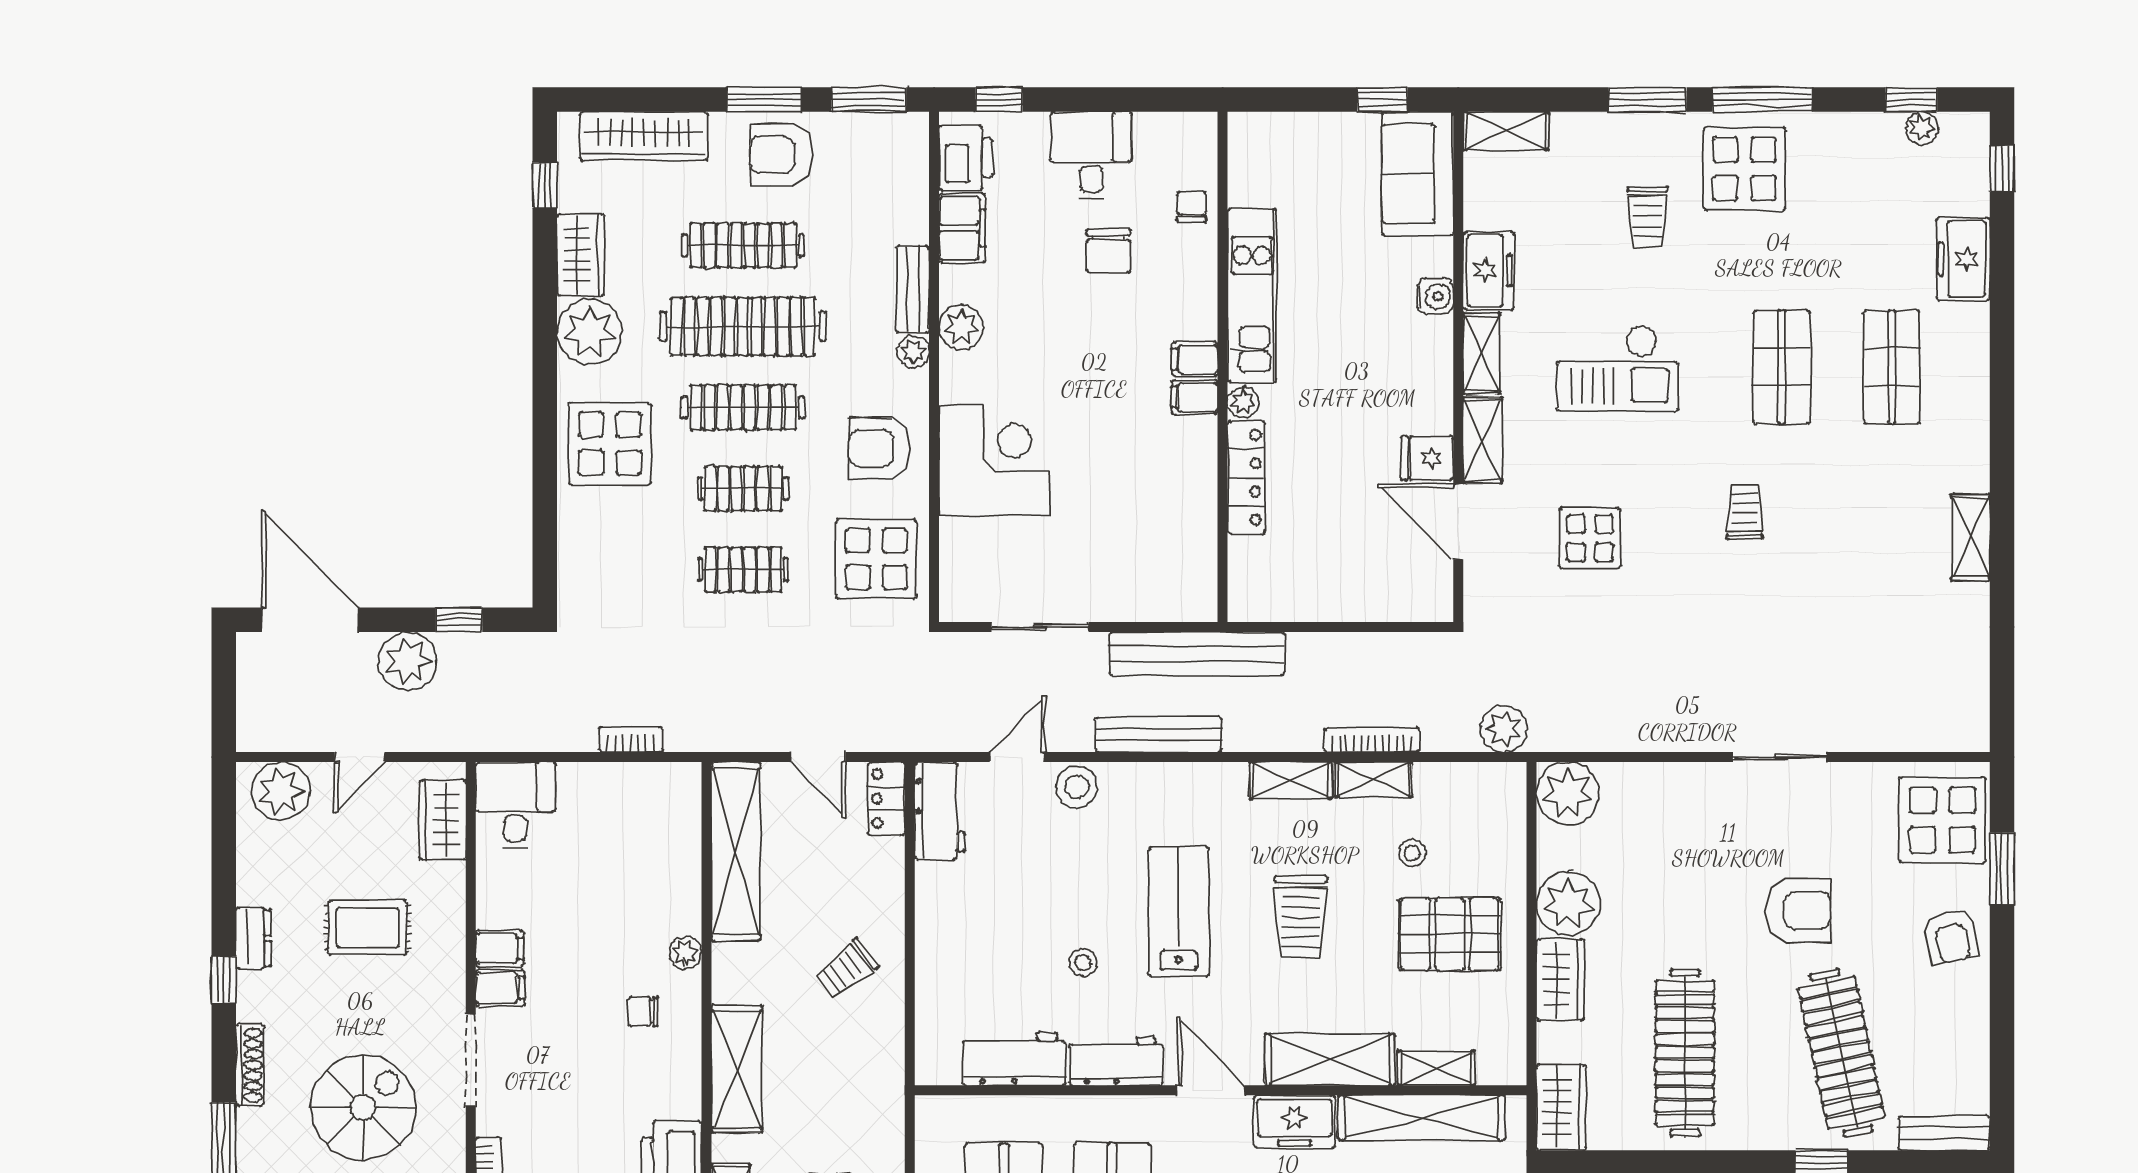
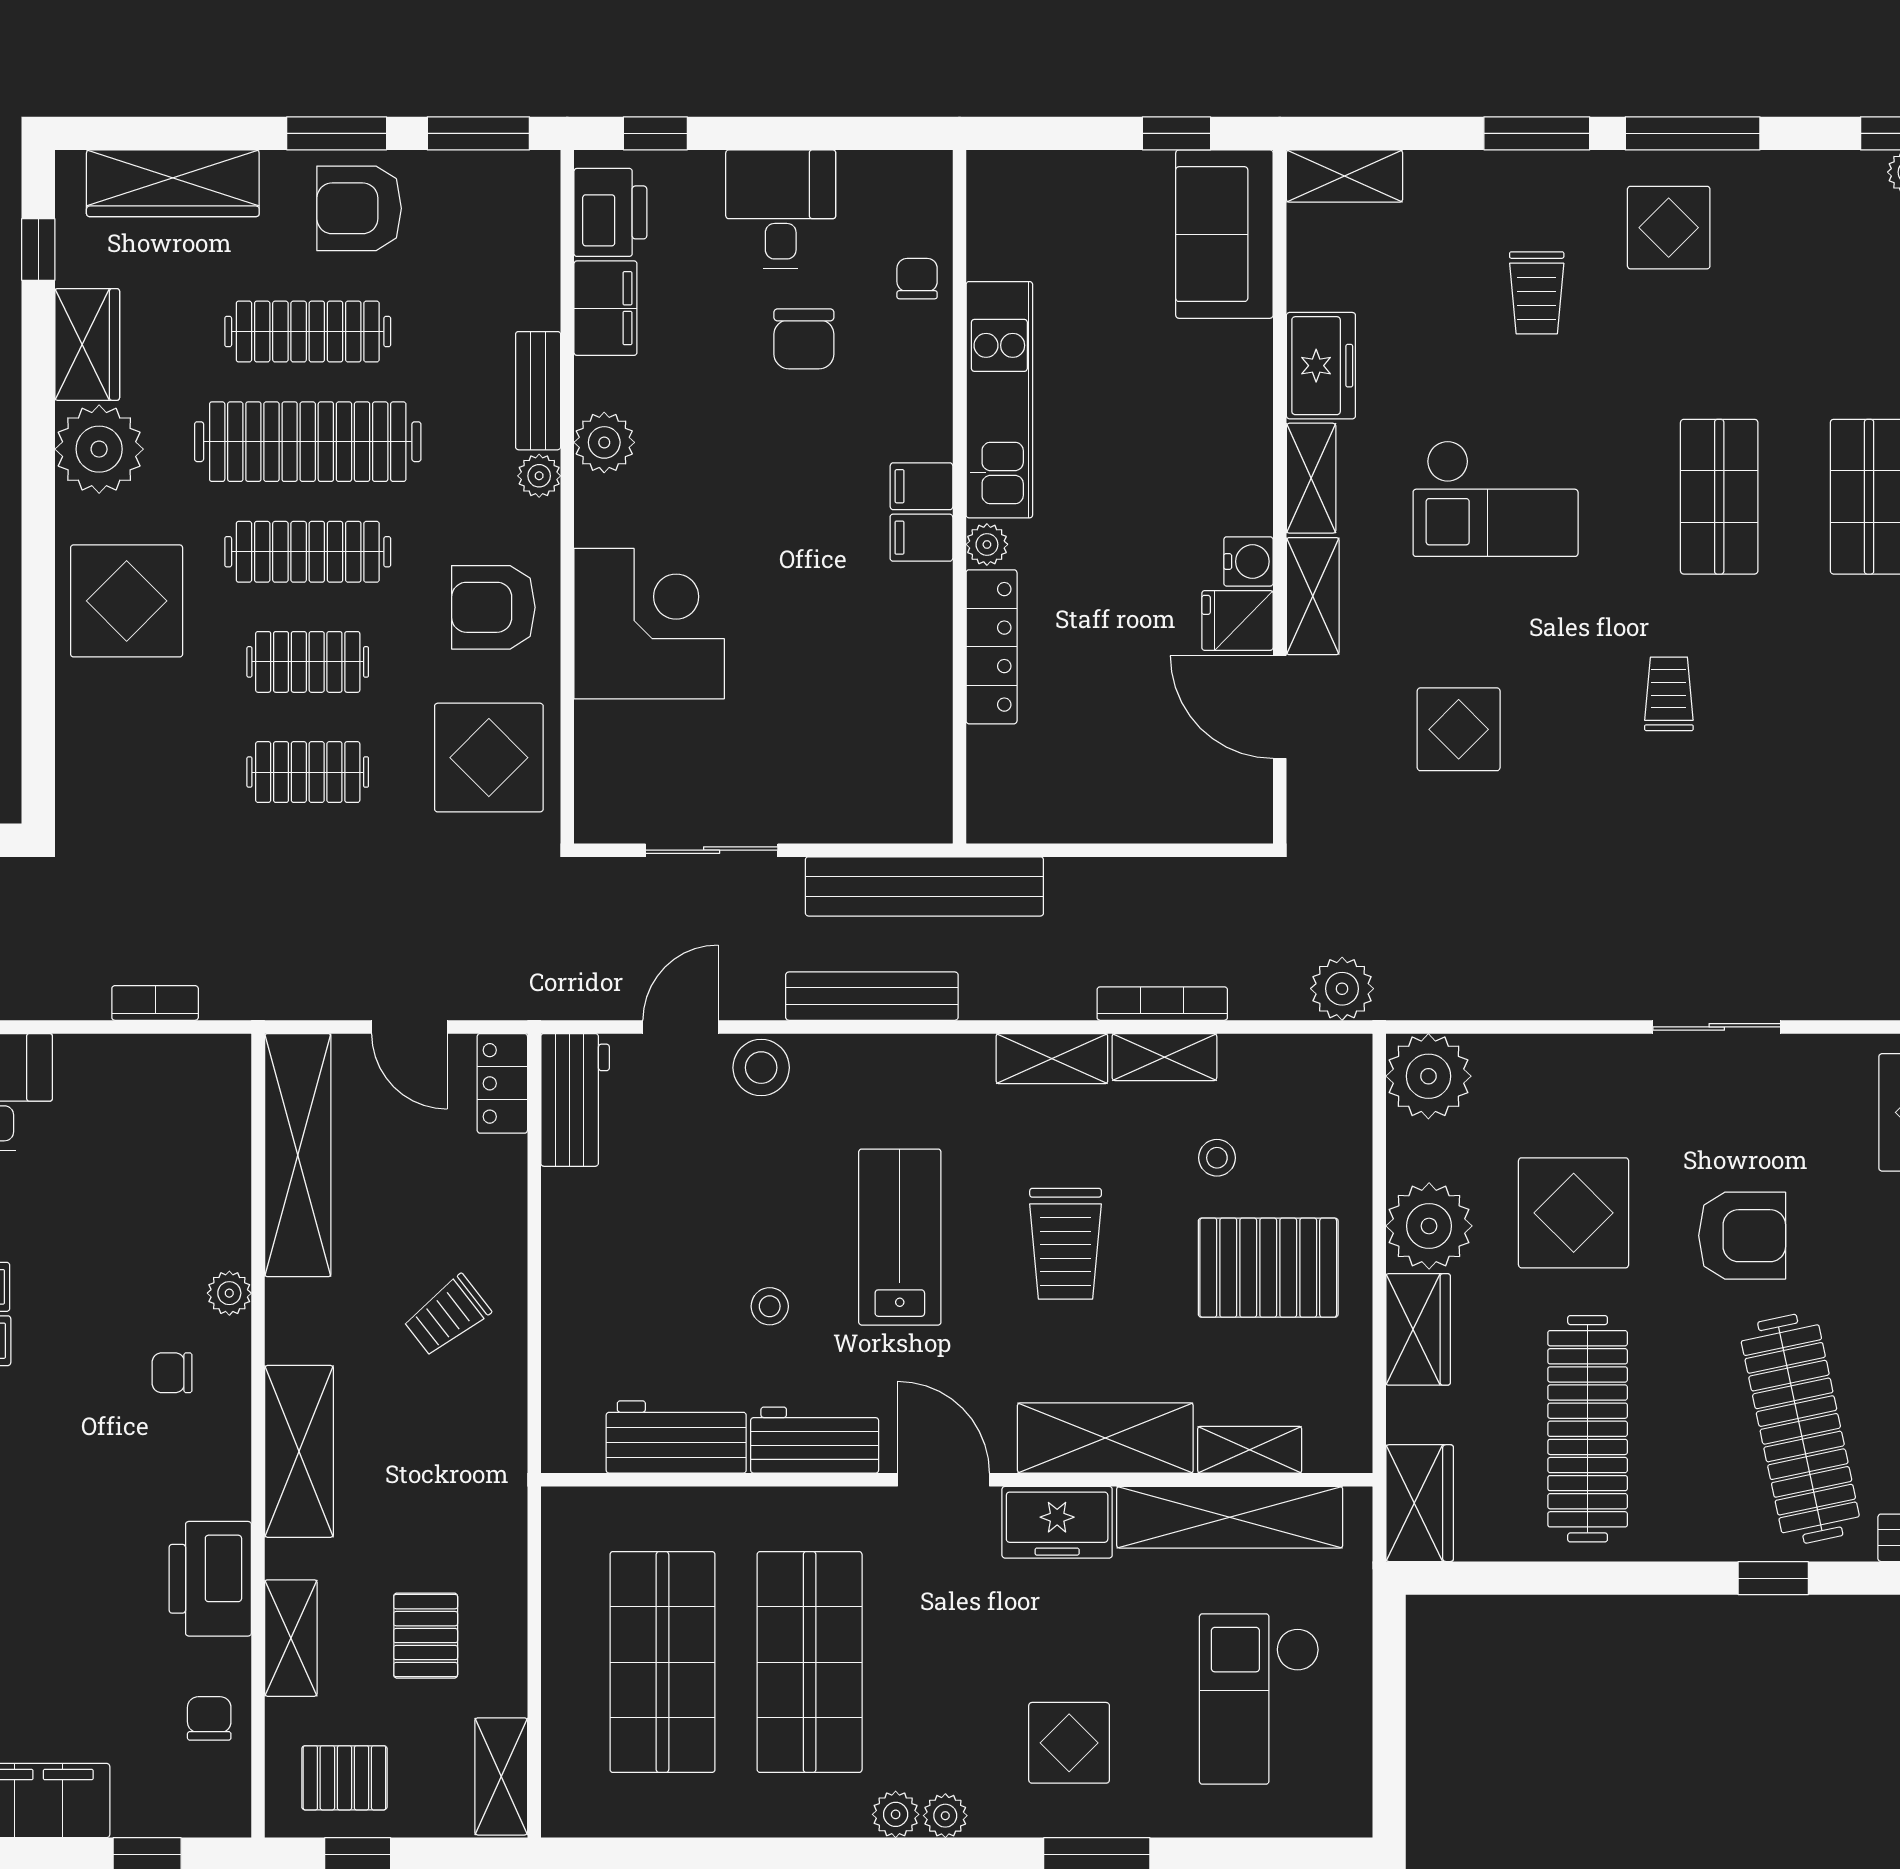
display table: (1745, 169) -> (1669, 228), width x0.73, depth x0.73
water cooler: (1435, 296) -> (1248, 561), moved
display table: (1674, 894) -> (1574, 1213), added

